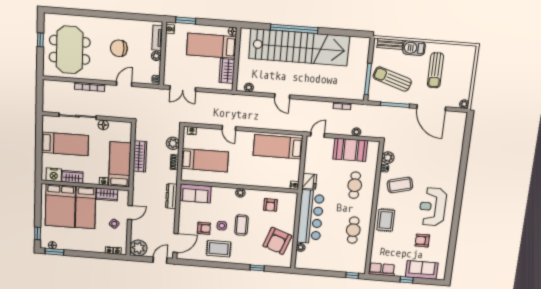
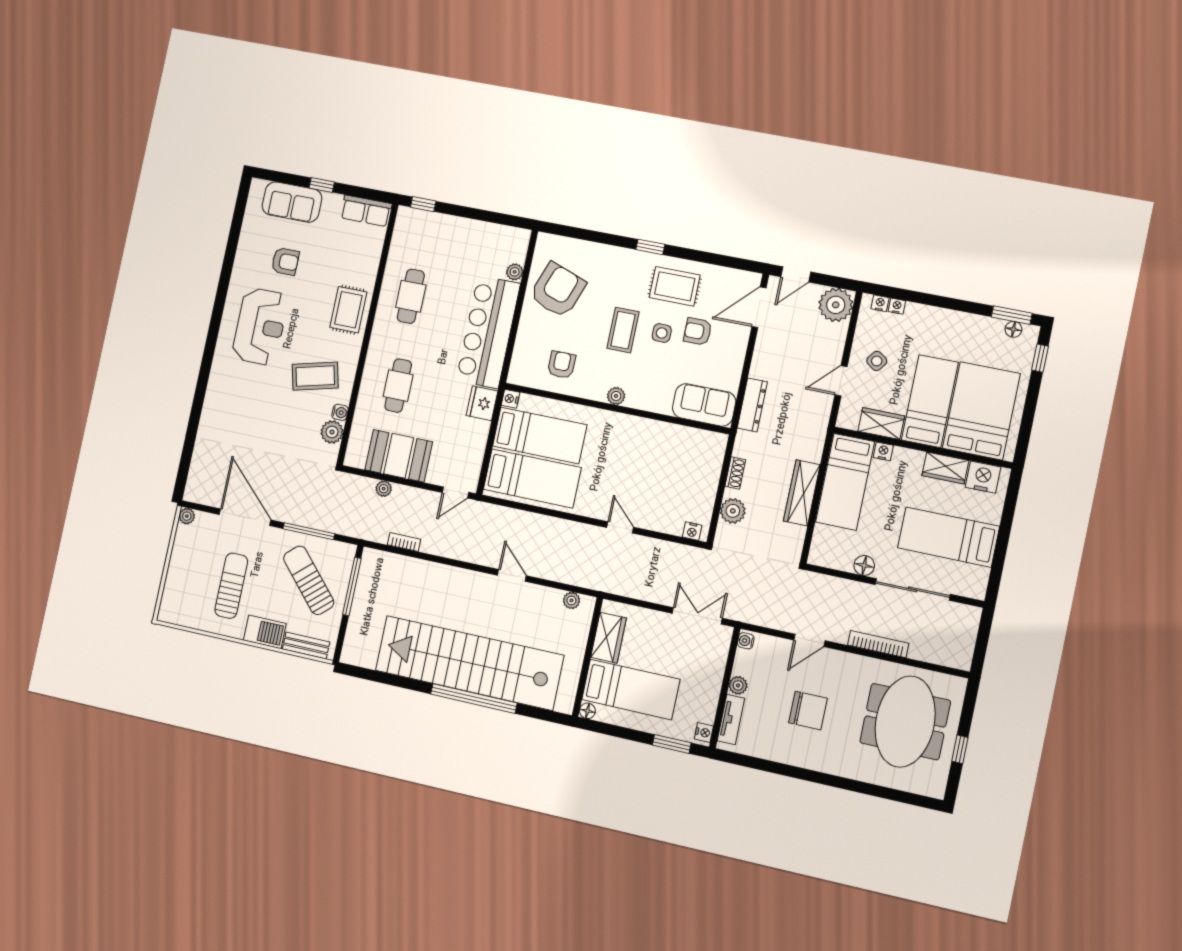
sun lounger: (392, 79) -> (309, 580), turned -150
bed: (205, 160) -> (540, 435), moved, turned 180
window: (257, 268) -> (650, 247), moved

